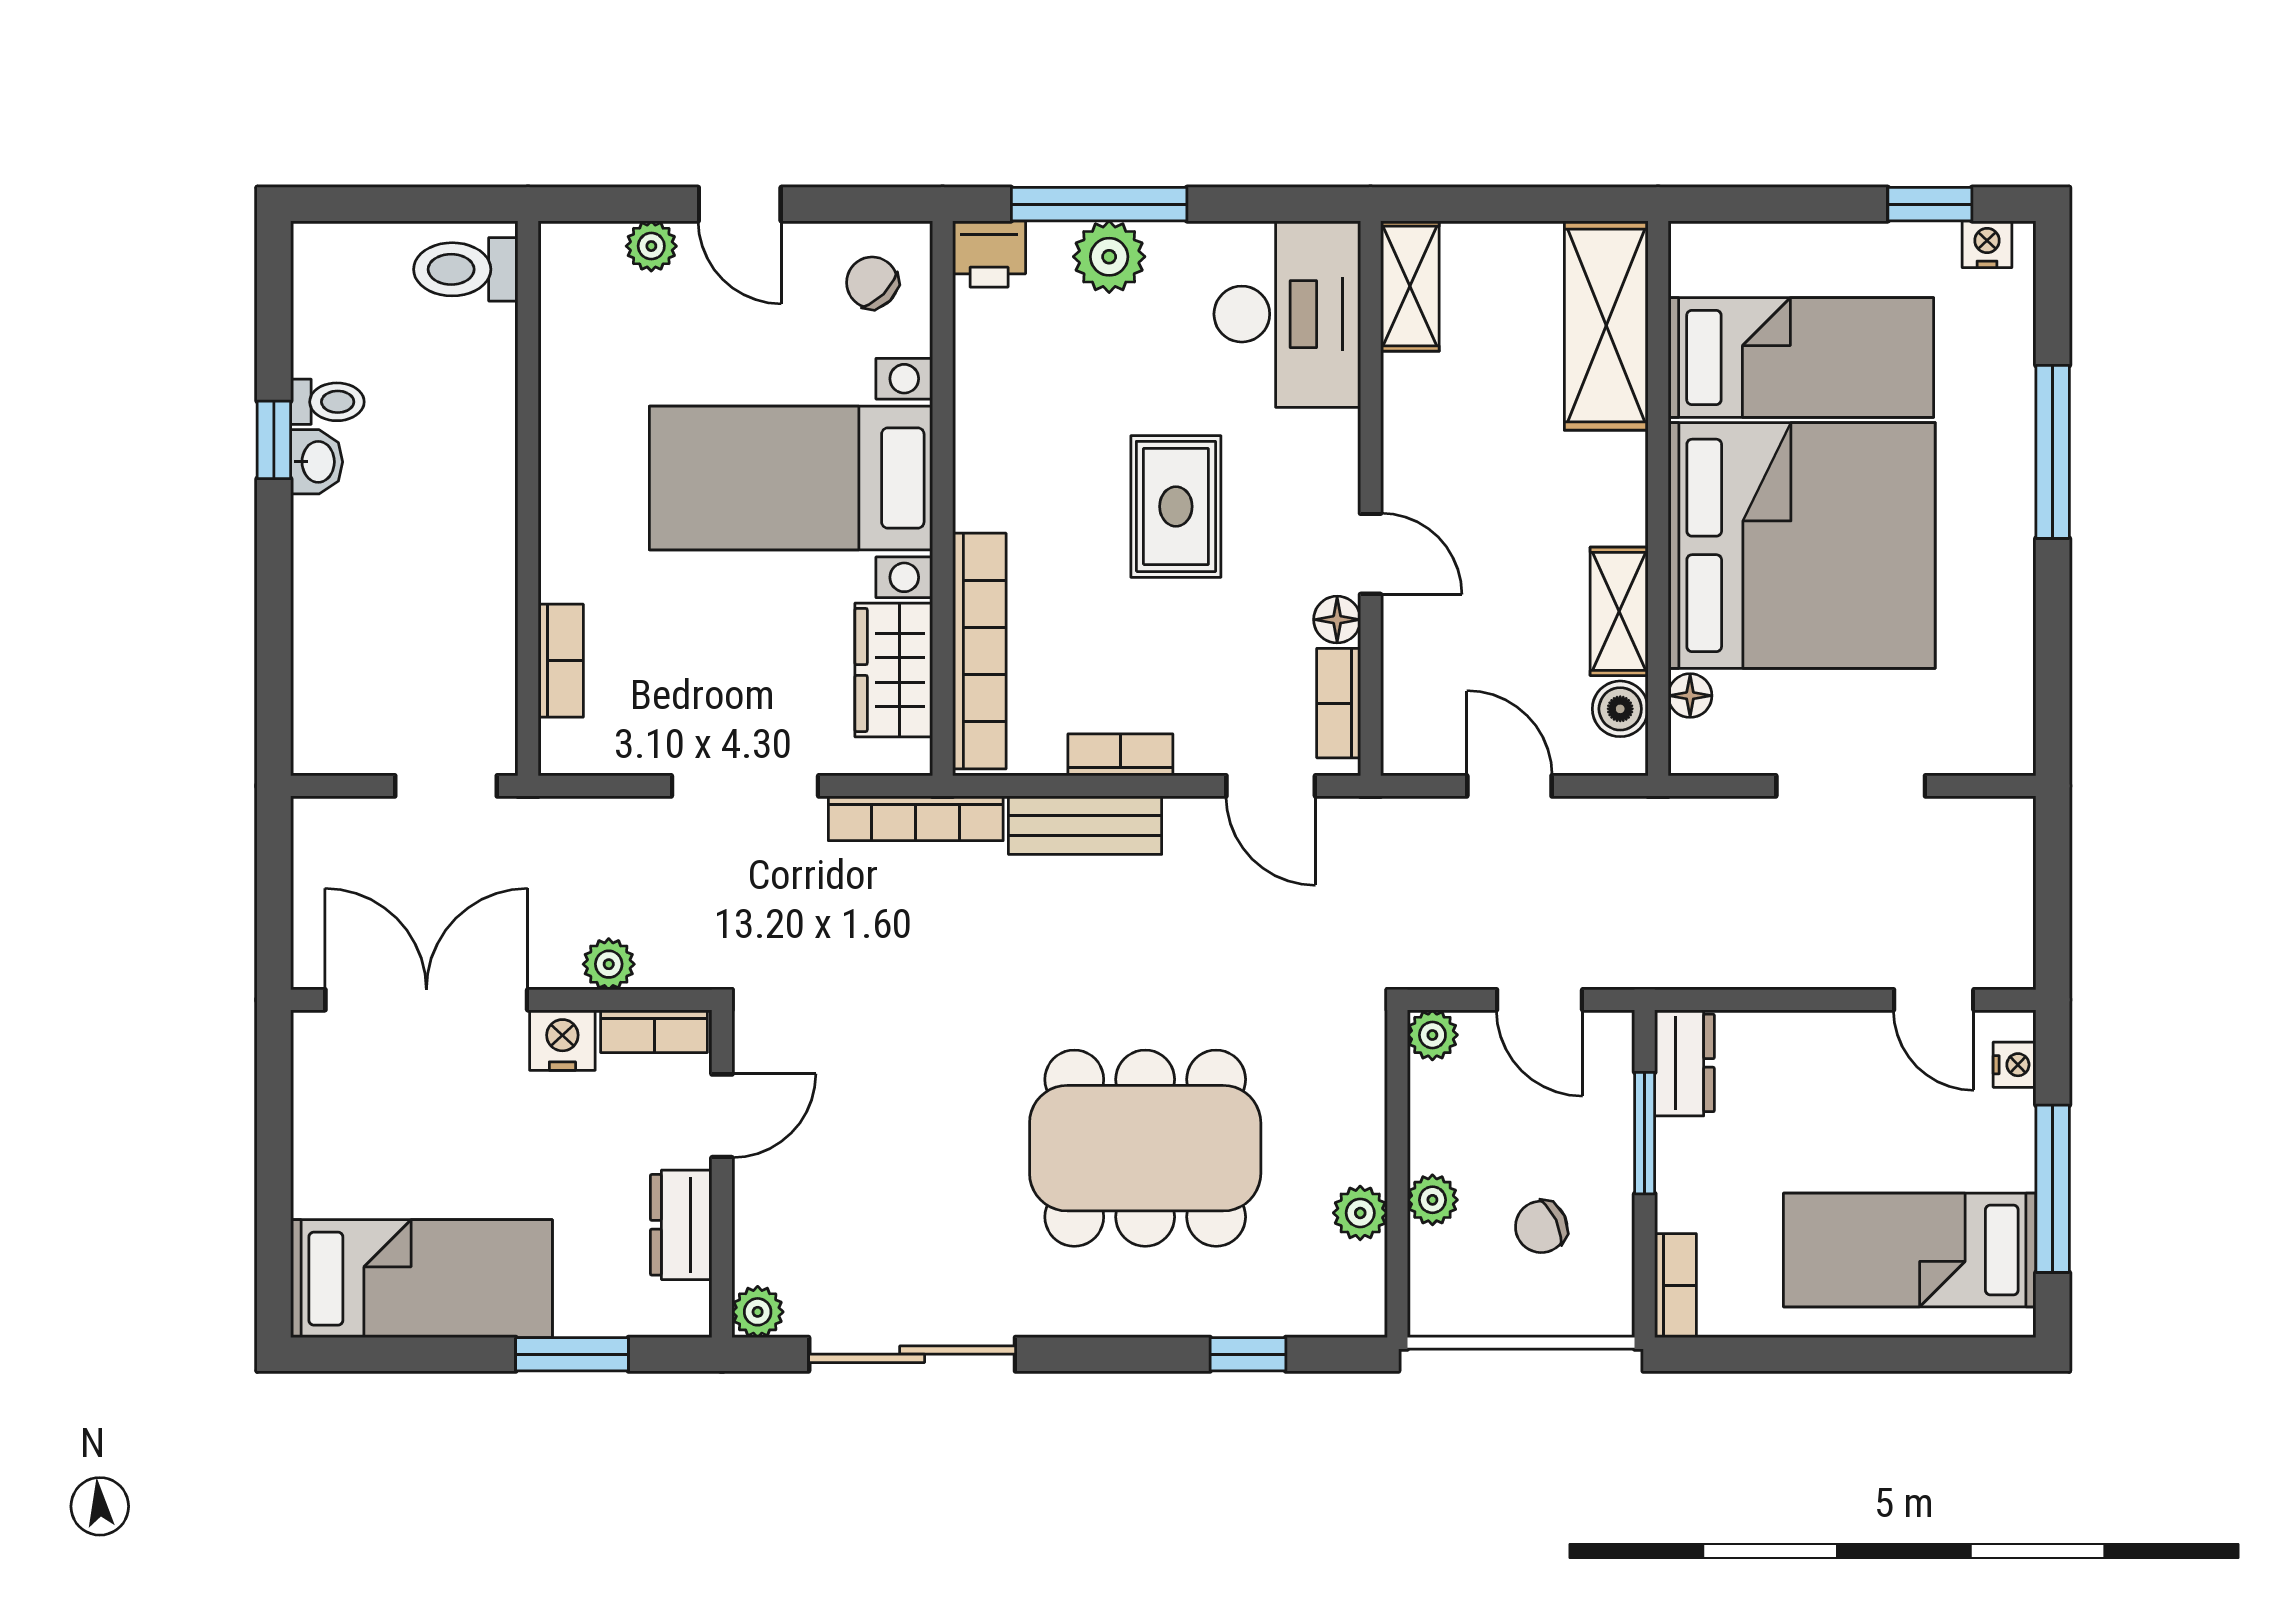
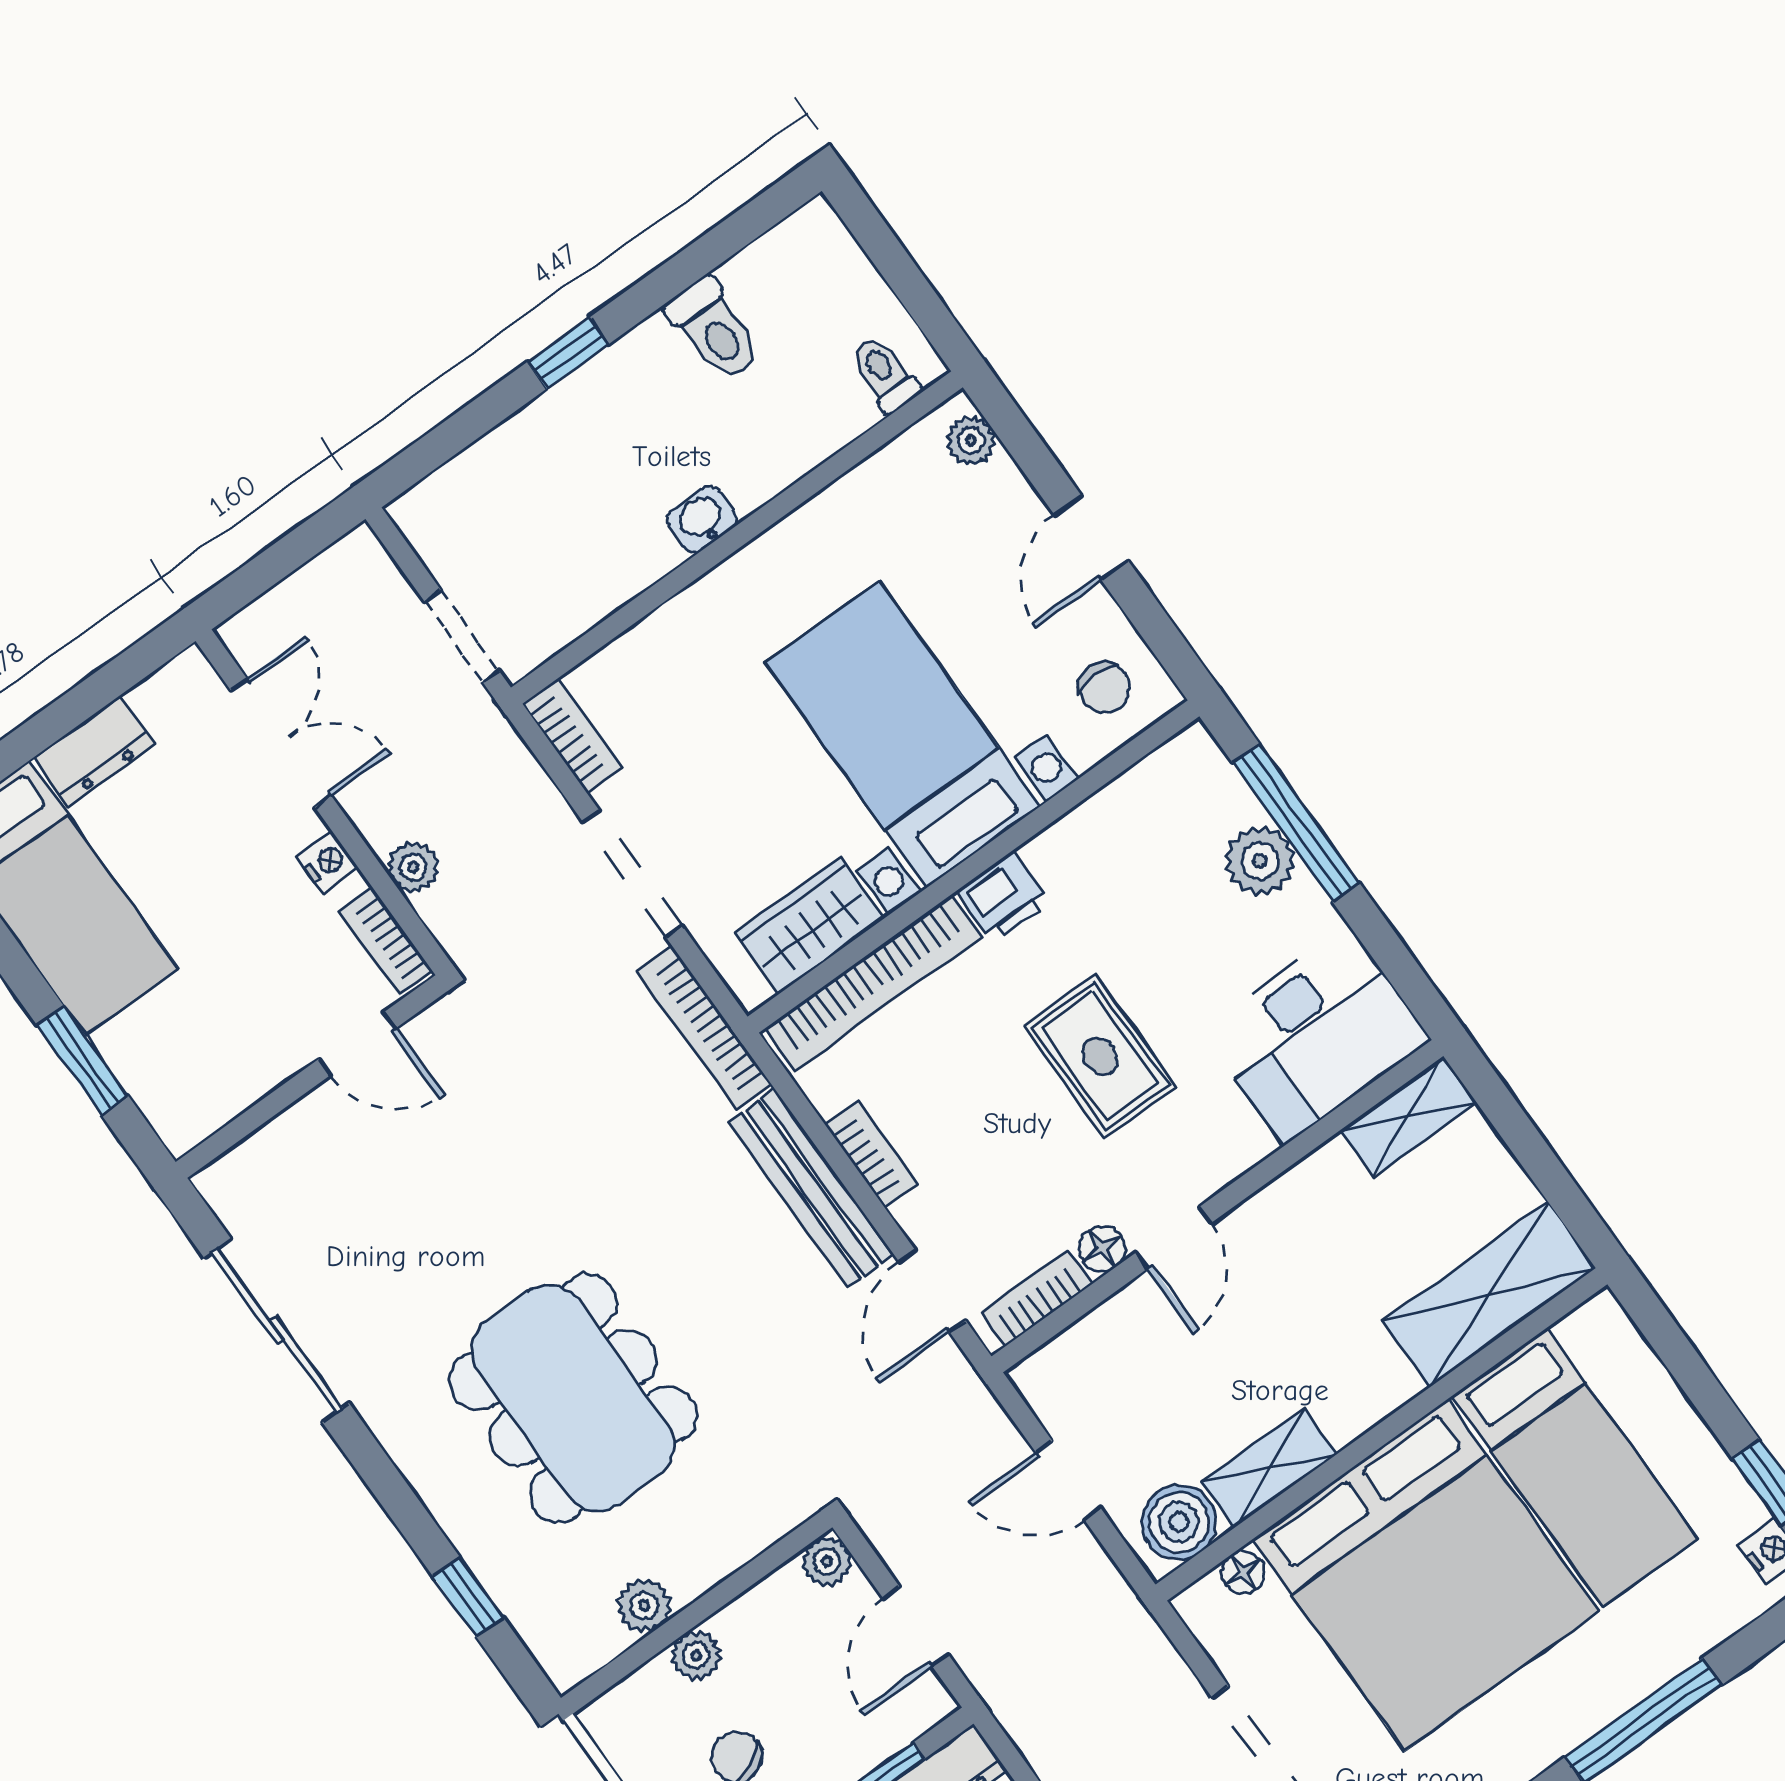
plant: (651, 246) -> (971, 441), moved
printer: (989, 254) -> (1003, 897), moved, turned -90
toilet: (466, 269) -> (885, 374), width x0.73, depth x0.72
chair: (872, 283) -> (1104, 688), turned 135
toilet: (327, 402) -> (714, 330), width x1.37, depth x1.39
window: (274, 440) -> (568, 353), moved
washbasin: (317, 462) -> (702, 519), moved, turned 180
rug: (1176, 506) -> (1100, 1056), turned 90
bookcase: (561, 661) -> (573, 736), moved, turned -90
boiler: (1620, 709) -> (1179, 1522), width x1.36, depth x1.36
door: (1509, 786) -> (1068, 1480), swing flipped
bench: (1085, 825) -> (811, 1188), width x1.36
double door: (426, 1000) -> (281, 743), width x0.73
nightstand: (562, 1040) -> (328, 862), width x0.72, depth x0.74
dresser: (681, 1225) -> (94, 751), moved, turned 180
plant: (758, 1312) -> (222, 1184), removed

